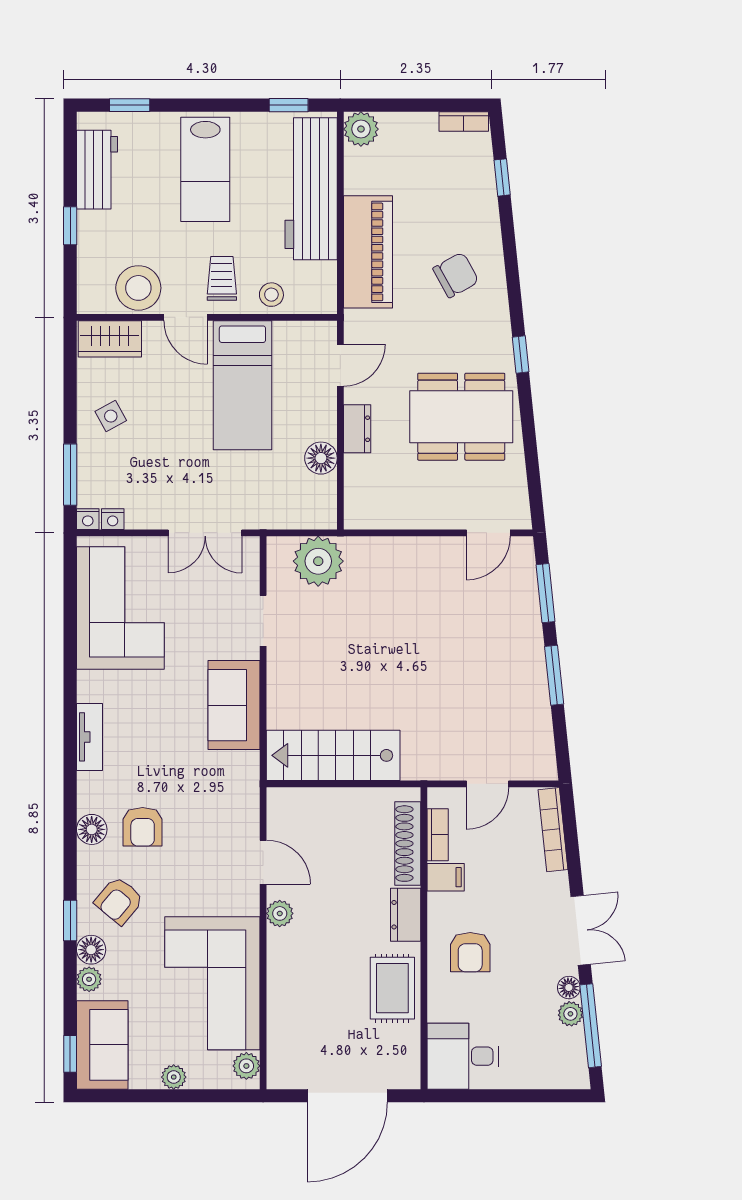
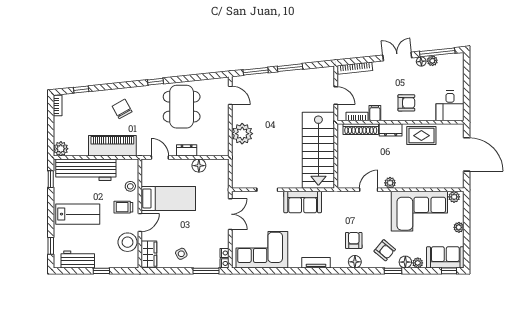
plant: (318, 561) -> (242, 134), moved
stairs: (333, 755) -> (318, 150), width x1.36, depth x1.51
armchair: (143, 827) -> (354, 240), turned -90

